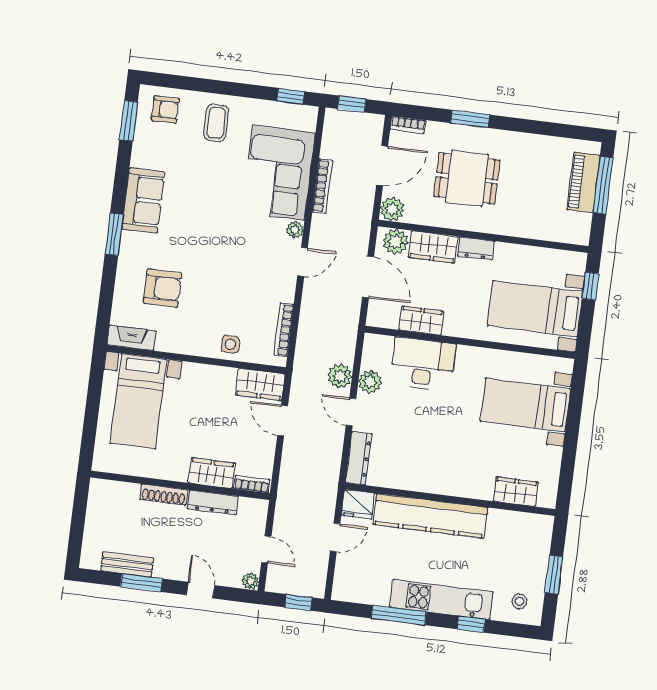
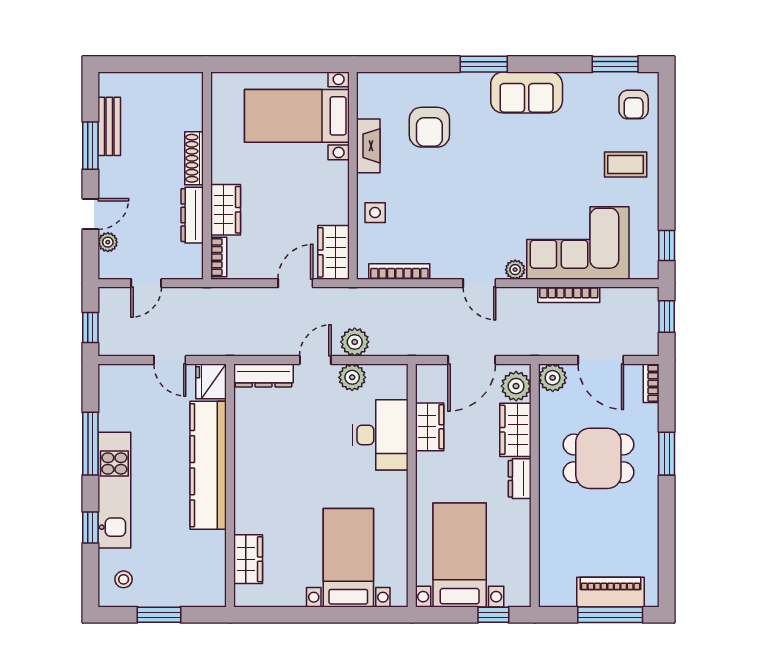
dining table: (467, 178) -> (598, 458), turned 90
fireplace: (131, 338) -> (368, 146), moved
plant: (250, 581) -> (108, 242), moved

